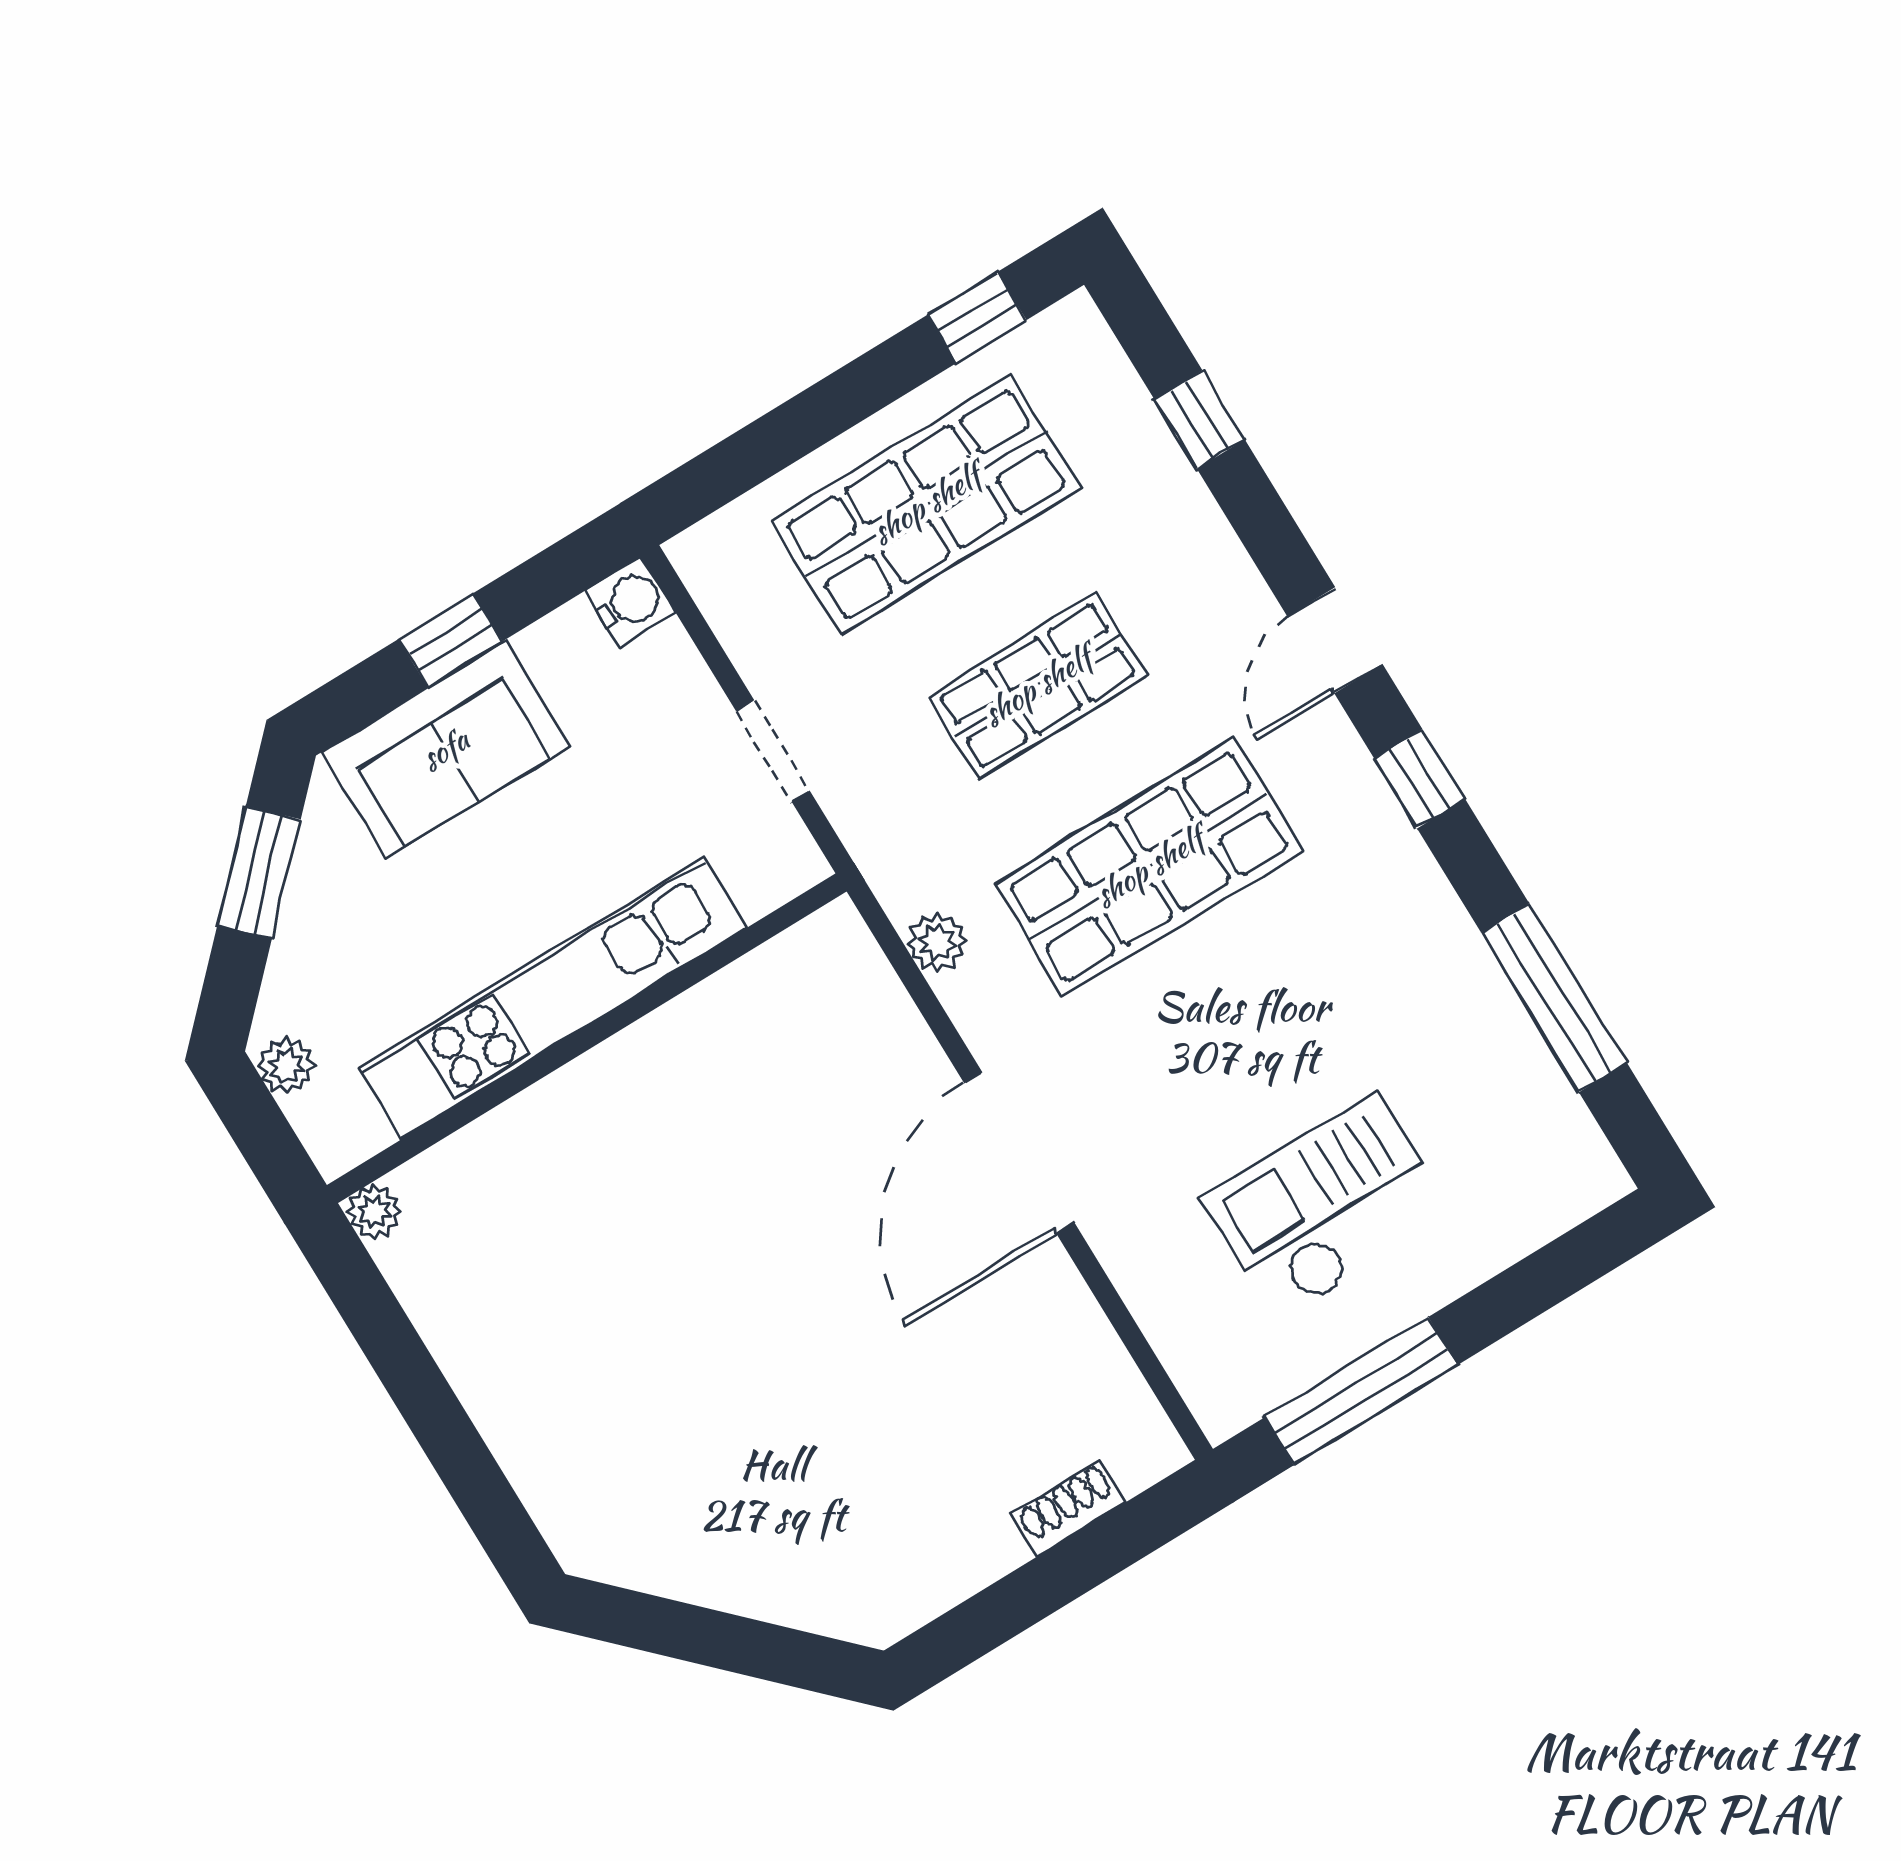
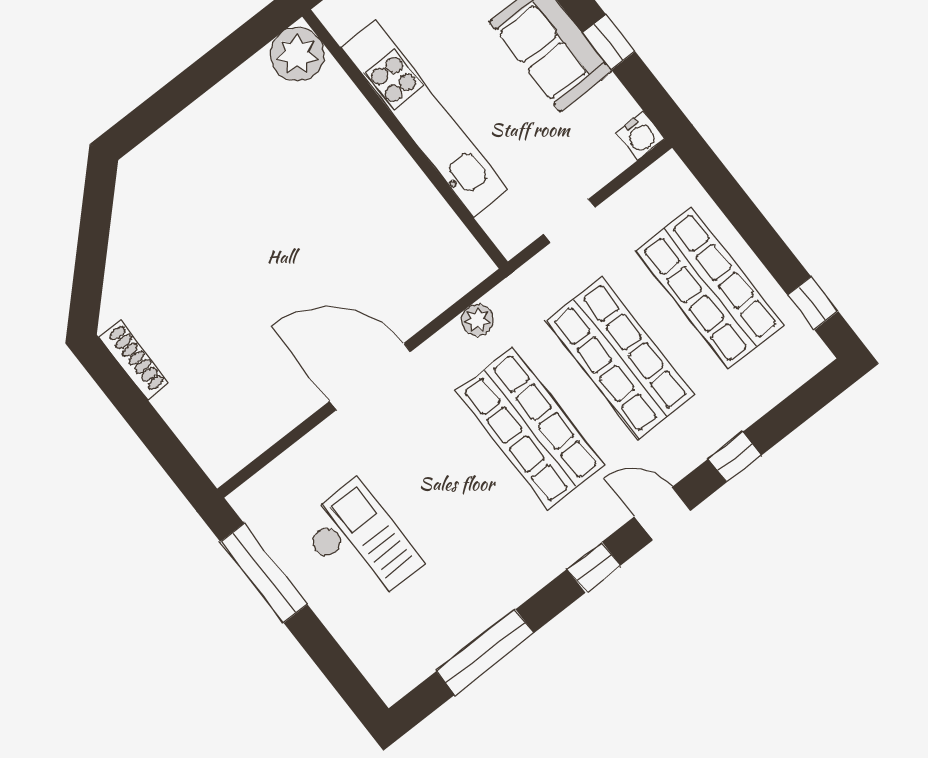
window: (1200, 419) -> (735, 457), moved
shop shelf: (1037, 686) -> (620, 358), width x1.43, depth x1.36
plant: (374, 1212) -> (297, 54), width x1.87, depth x1.87
shoe rack: (1069, 1508) -> (134, 360), moved, width x1.43

